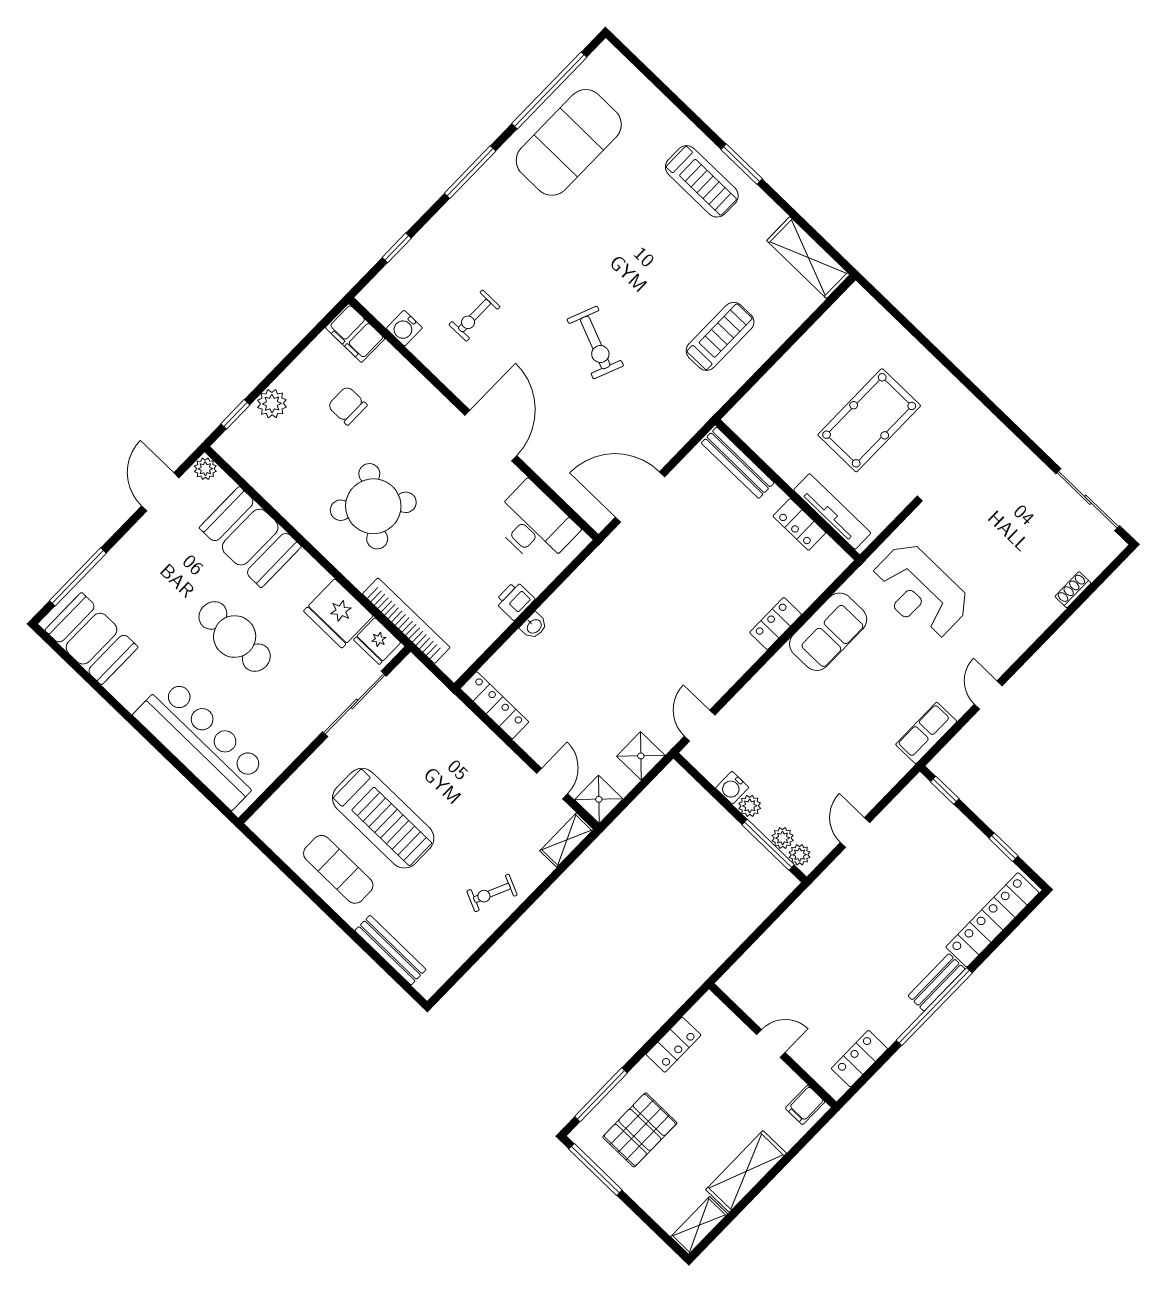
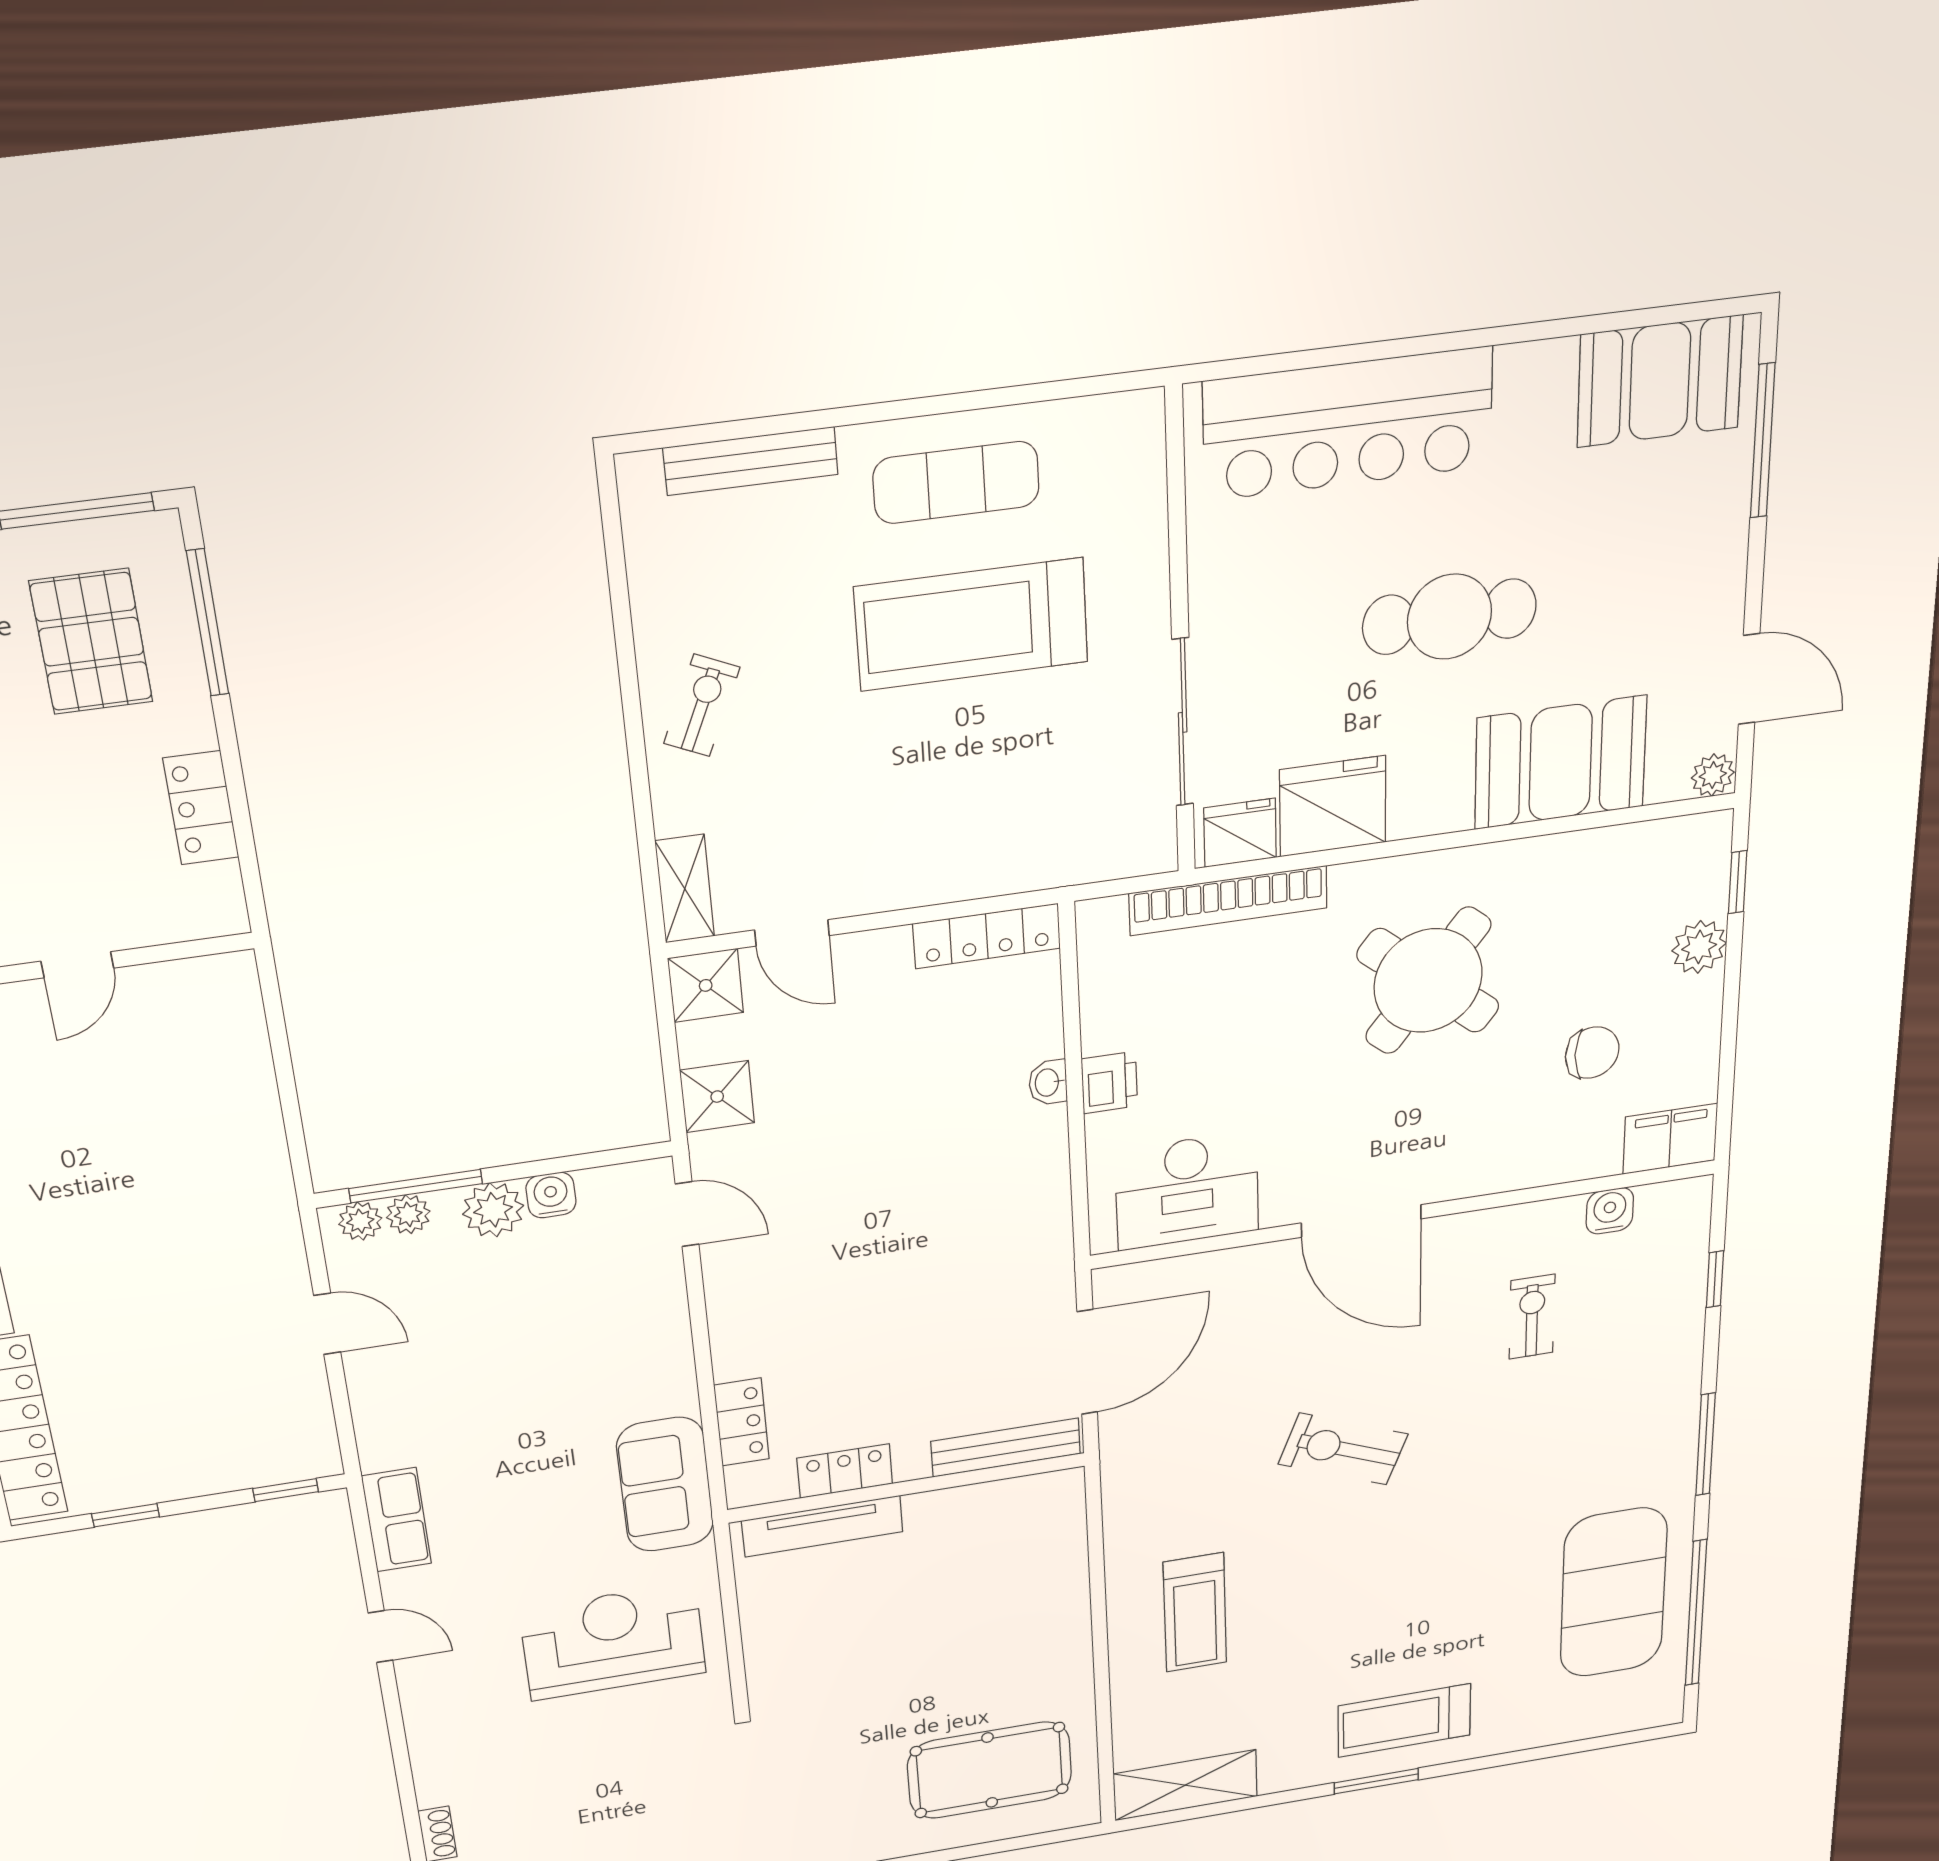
pool table: (869, 420) -> (990, 1770), moved, turned 90
bench: (738, 463) -> (1006, 1448), moved
wall: (788, 490) -> (907, 1488), moved
tv unit: (832, 511) -> (822, 1526), moved
locker: (799, 524) -> (845, 1471), moved
plant: (750, 806) -> (493, 1210), width x1.38, depth x1.38

